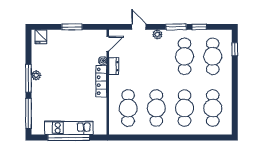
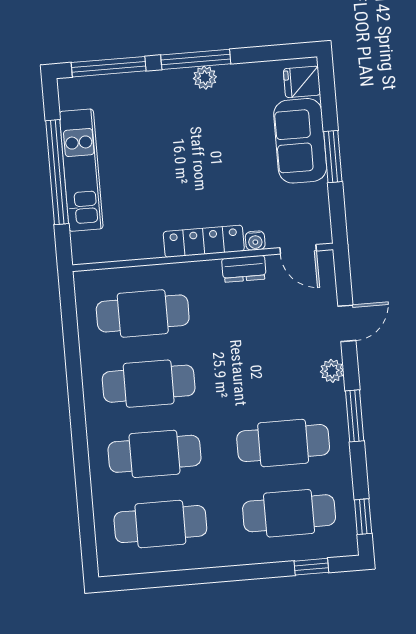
window: (199, 27) -> (363, 517), moved
sofa: (64, 39) -> (300, 141), added

